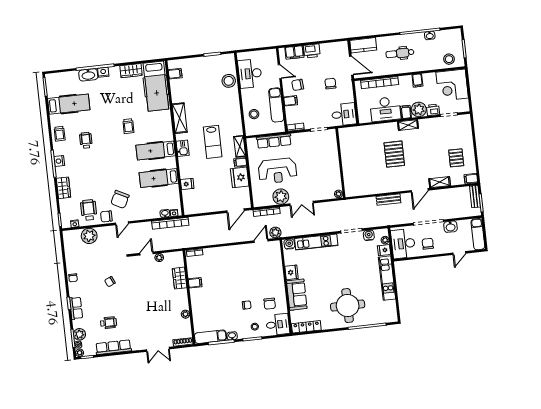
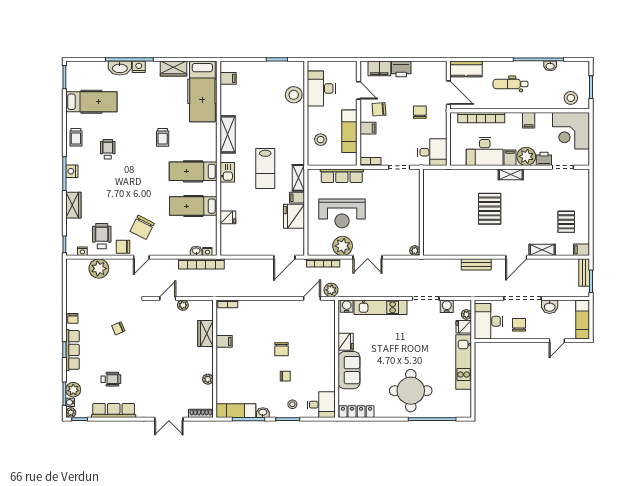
chair: (270, 304) -> (281, 349), moved
row of seats: (76, 308) -> (73, 350), width x1.48

